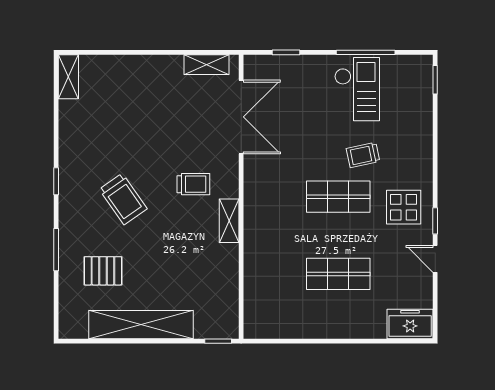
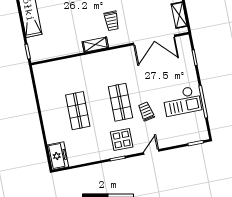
door: (435, 259) -> (151, 152), moved

